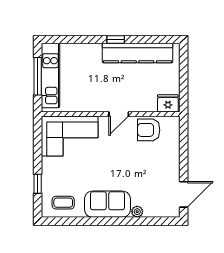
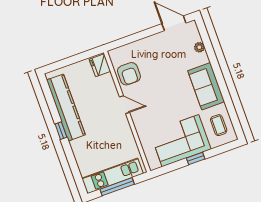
corner sofa: (70, 136) -> (180, 141), moved, turned -90
window: (38, 184) -> (196, 158), moved
plant: (137, 212) -> (199, 47), moved

